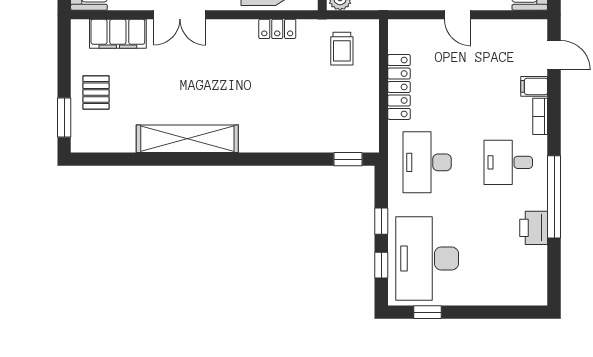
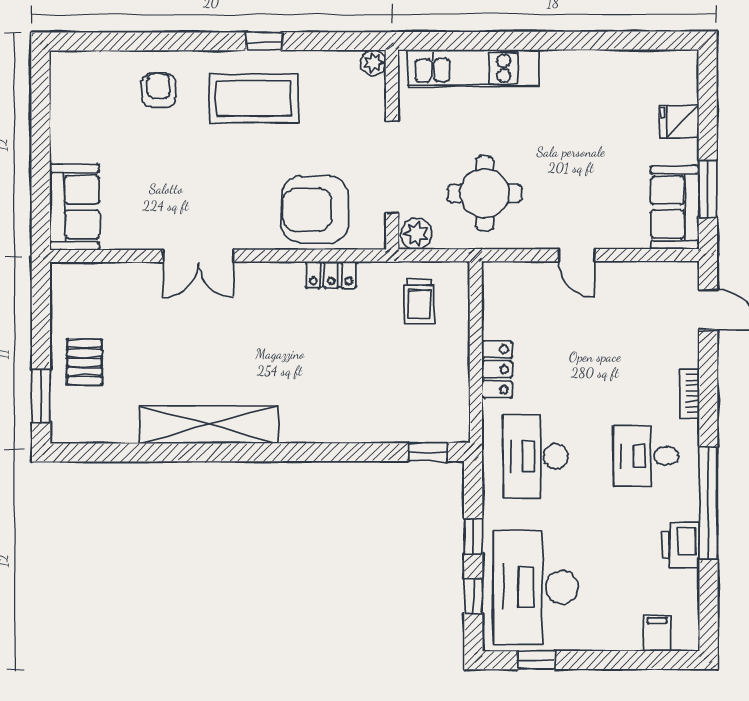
filing cabinet: (118, 34) -> (114, 282), removed
filing cabinet: (534, 86) -> (657, 633), moved, turned 90
locker: (399, 87) -> (497, 369), width x0.66

